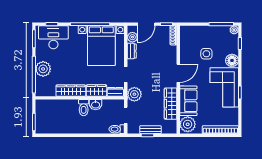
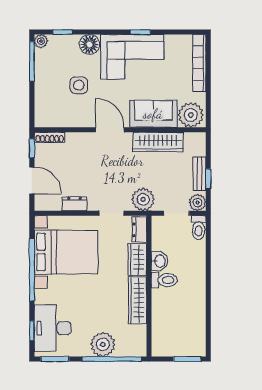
plant: (132, 37) -> (198, 203), moved

